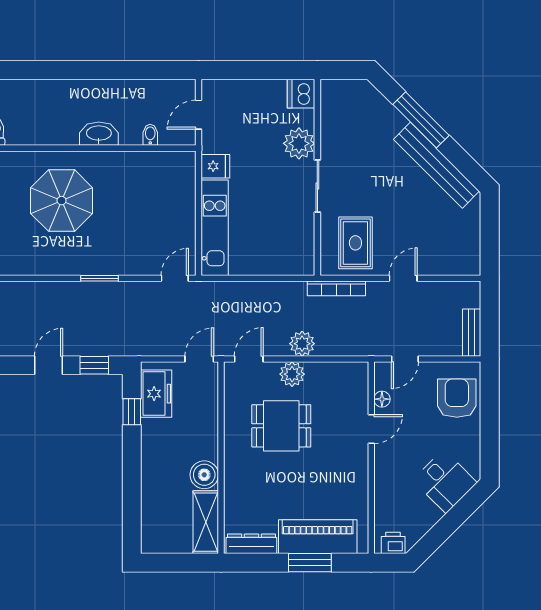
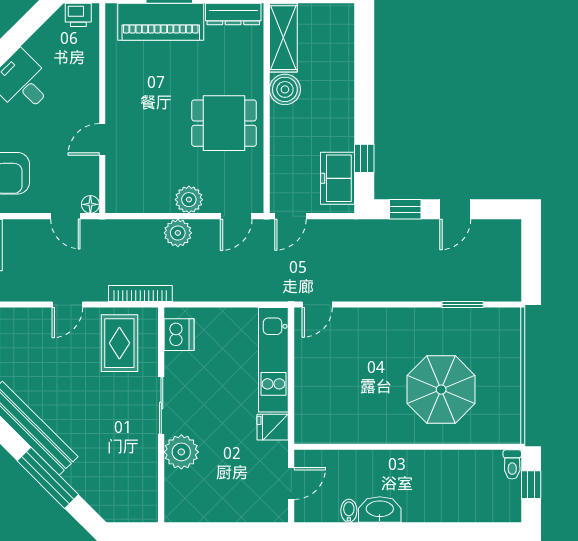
dishwasher: (301, 94) -> (179, 335), moved
washbasin: (99, 134) -> (380, 510), moved, turned 180
bidet: (150, 135) -> (349, 511), moved, turned 180
window: (100, 278) -> (463, 305), moved
door: (405, 359) -> (65, 216), swing flipped
floor lamp: (382, 399) -> (90, 204), moved
dining table: (281, 426) -> (224, 123), moved

